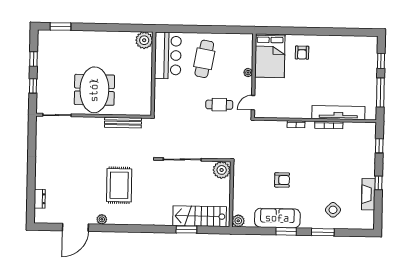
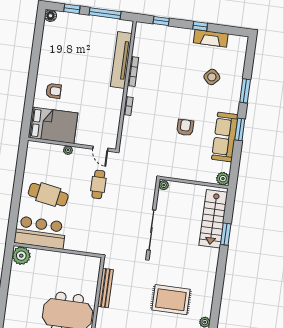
floor lamp: (372, 42) -> (50, 16), added
plant: (222, 170) -> (164, 185), width x0.53, depth x0.53
side table: (333, 210) -> (212, 77), moved

